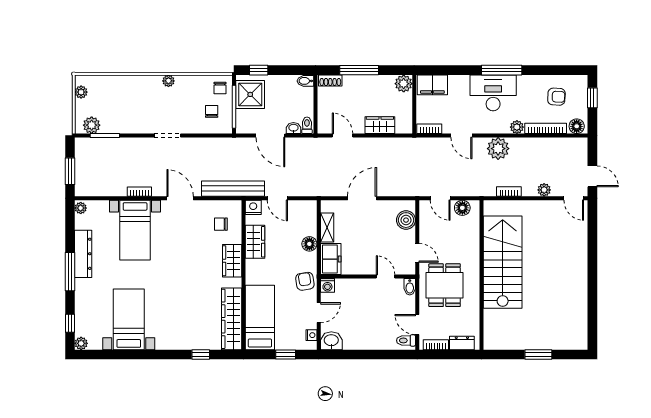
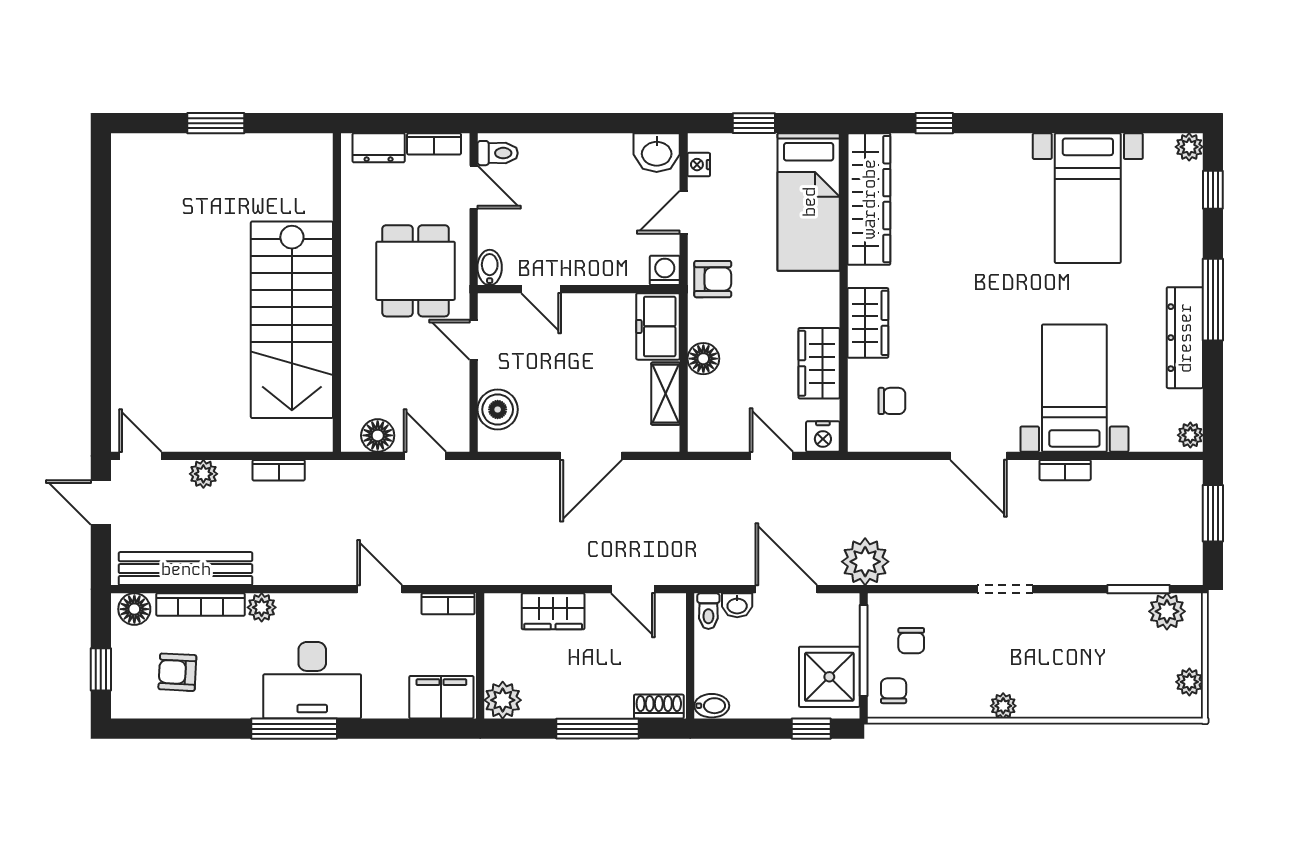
plant: (498, 149) -> (865, 562), moved
bench: (233, 189) -> (186, 569), moved
armchair: (305, 281) -> (713, 279), turned -81

